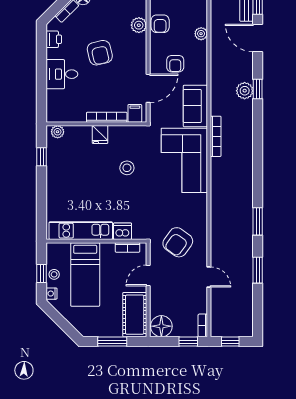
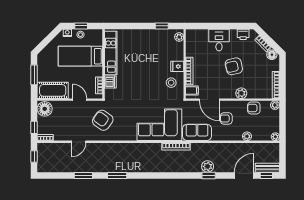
plant: (139, 25) -> (241, 93), moved
stool: (127, 168) -> (171, 83), moved

